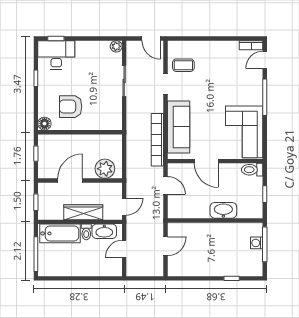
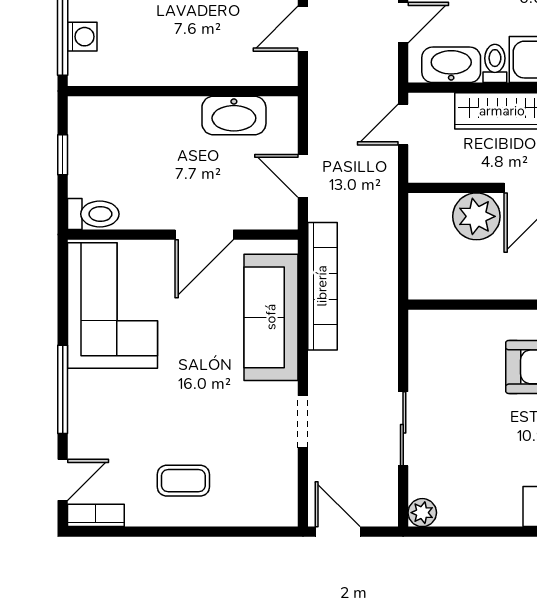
coffee table: (183, 65) -> (183, 481), moved
door: (206, 161) -> (204, 235), swing flipped
plant: (105, 169) -> (476, 216), moved
washbasin: (223, 210) -> (234, 116), moved

